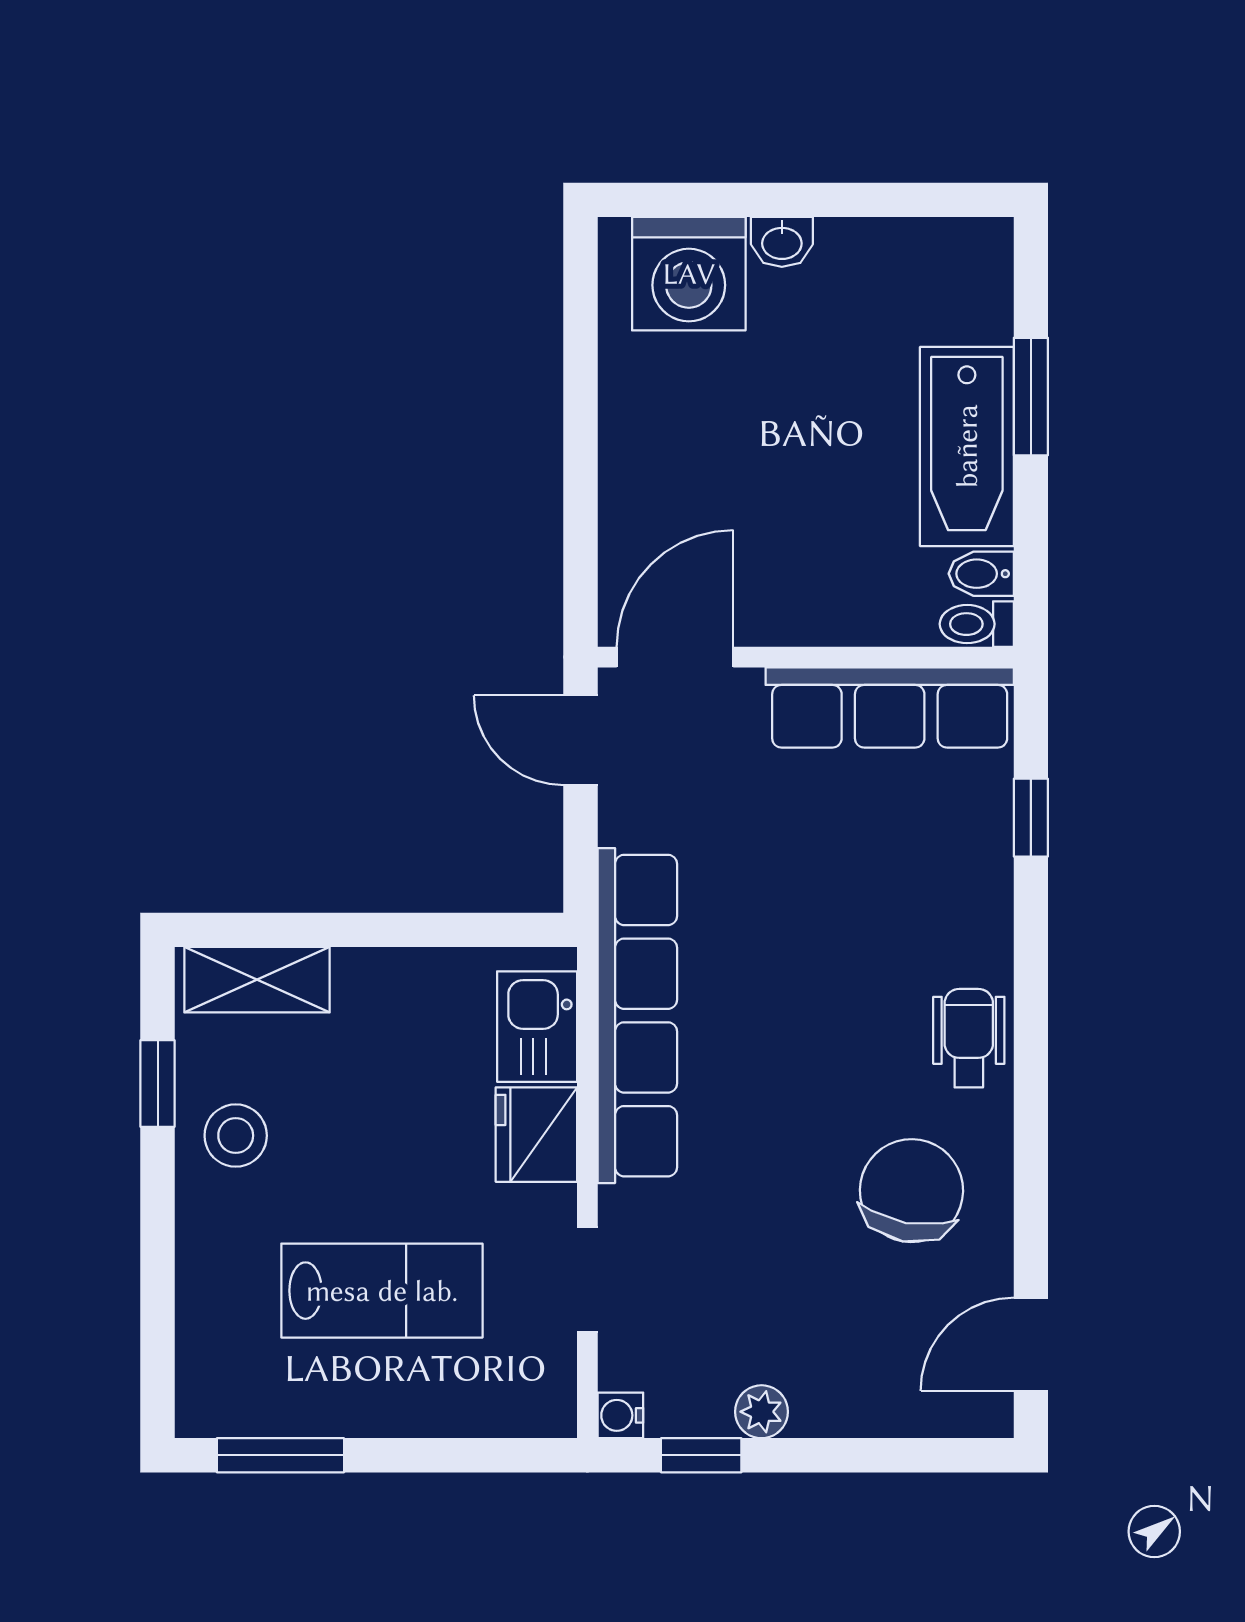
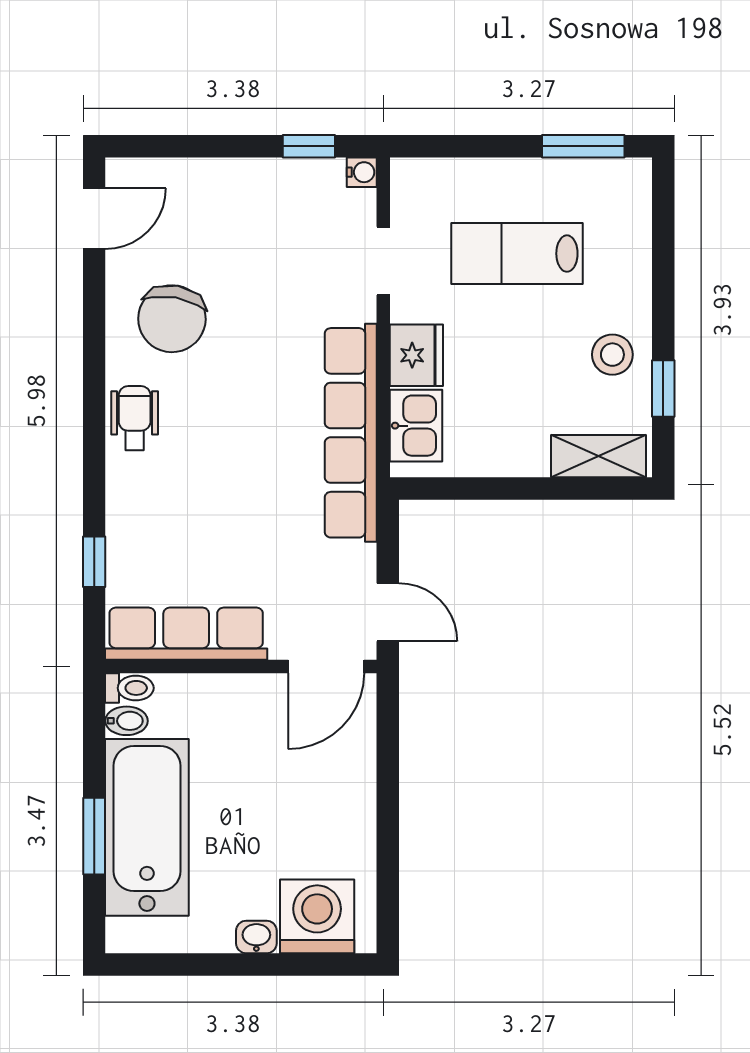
bathtub: (967, 446) -> (147, 827), width x1.36, depth x1.36
wheelchair: (969, 1038) -> (135, 418), turned 180
plant: (762, 1412) -> (270, 175), removed

